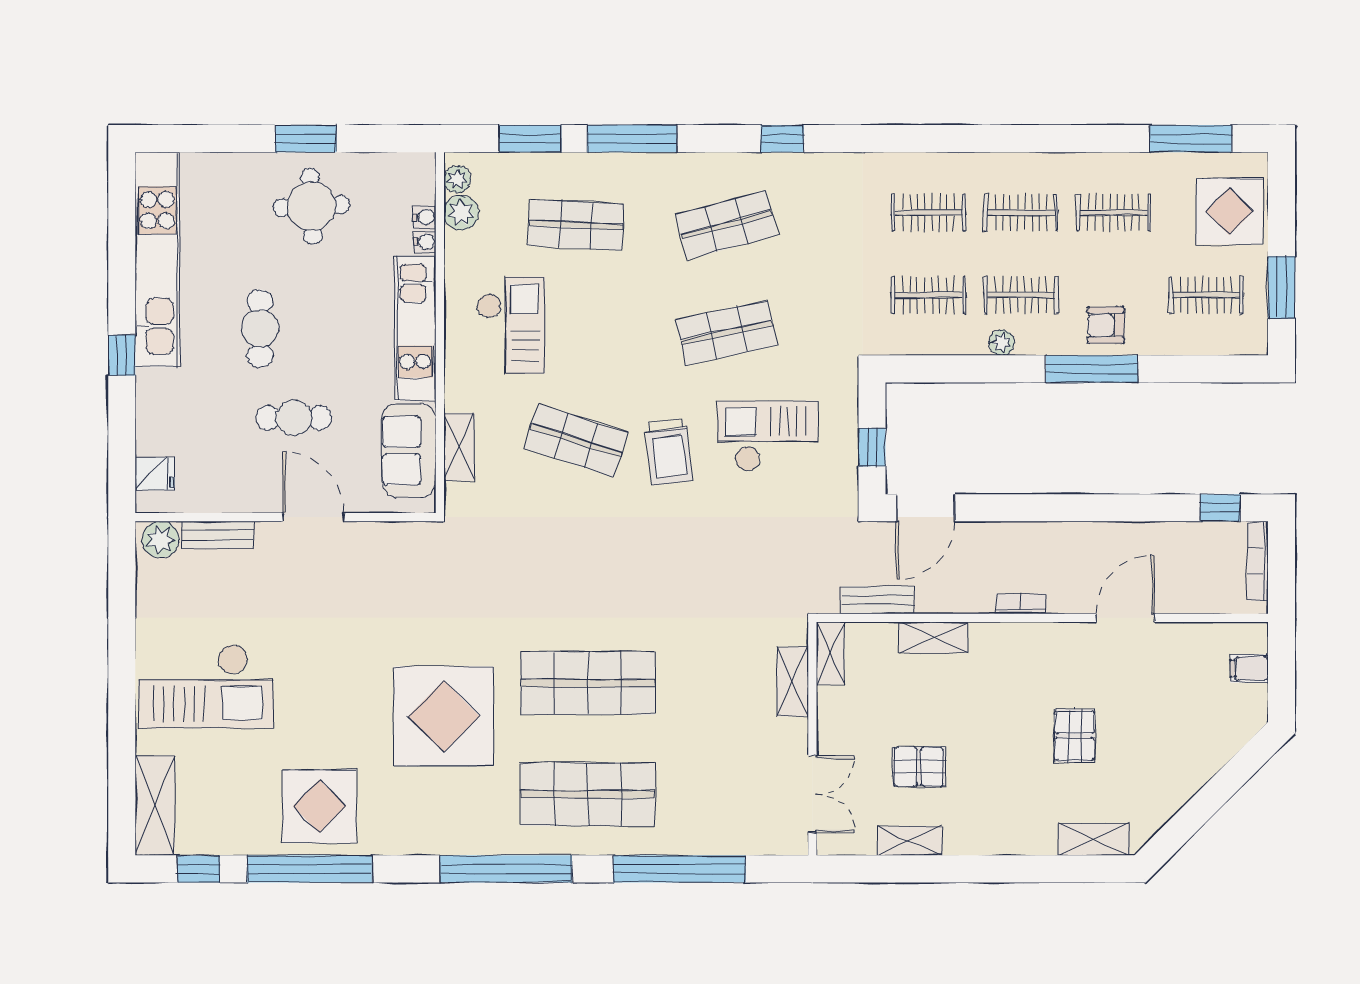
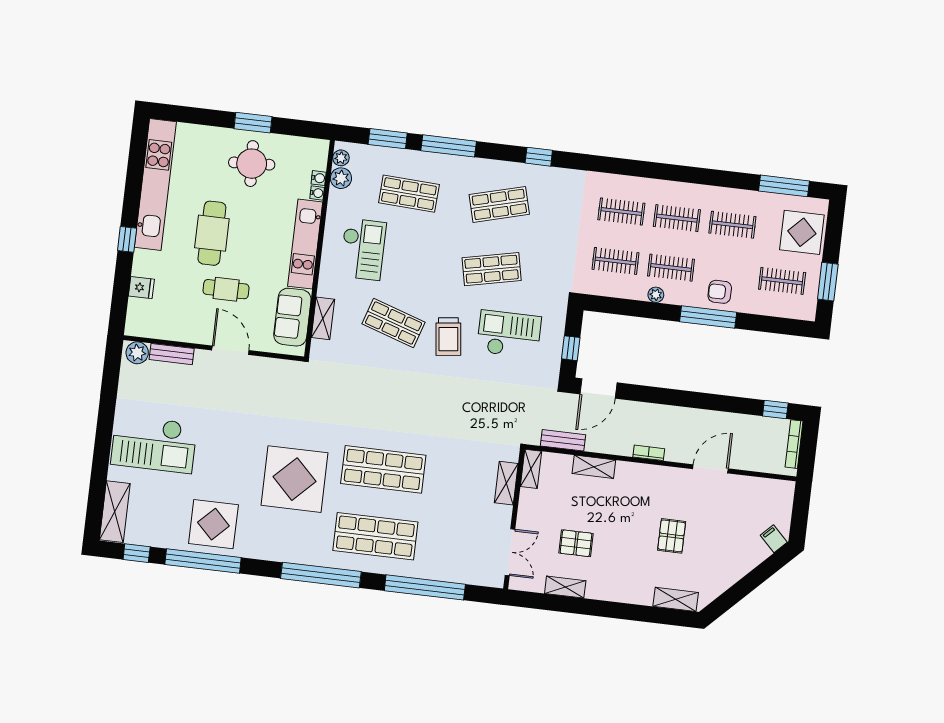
cafe table: (260, 328) -> (212, 233), width x1.37, depth x1.35
fridge: (155, 474) -> (141, 288), moved
filing cabinet: (1249, 668) -> (774, 539), moved, turned 45

